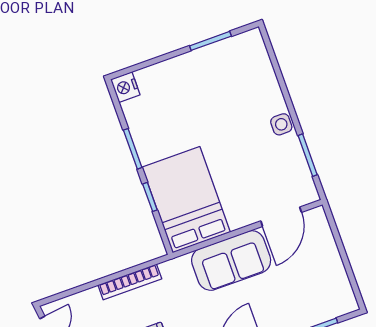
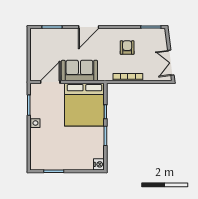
bed: (186, 200) -> (84, 105), width x1.36

